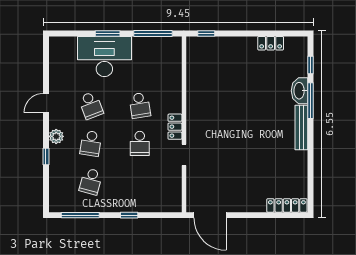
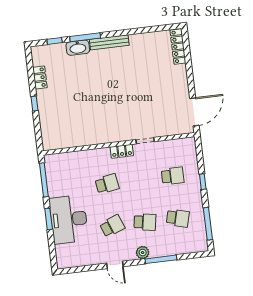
window: (206, 34) -> (35, 104), moved
school desk: (140, 143) -> (173, 176), moved
window: (46, 157) -> (161, 259), width x2.17

